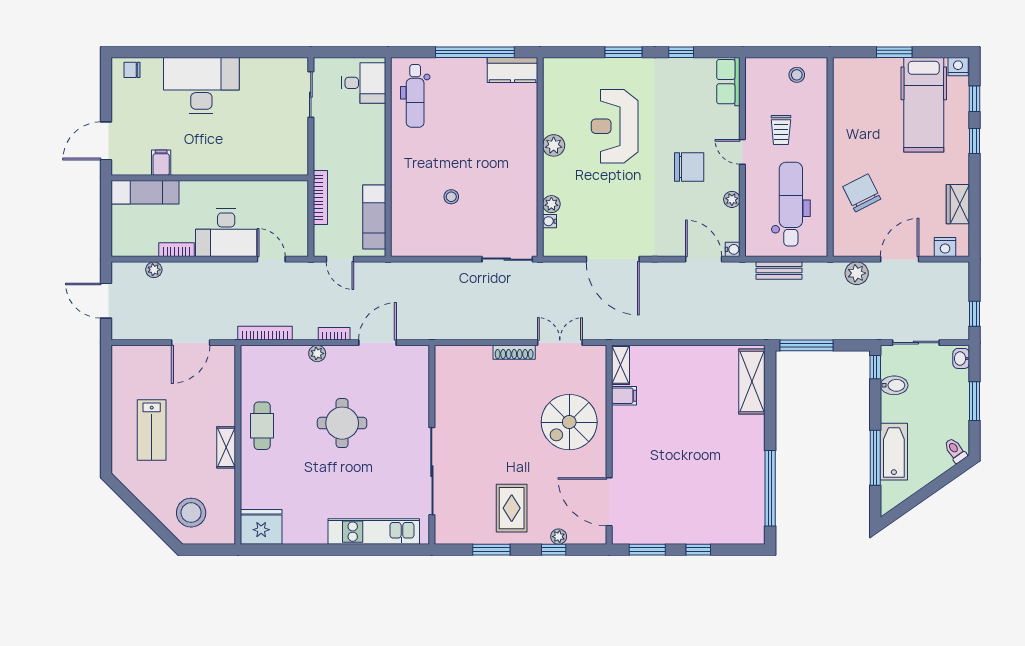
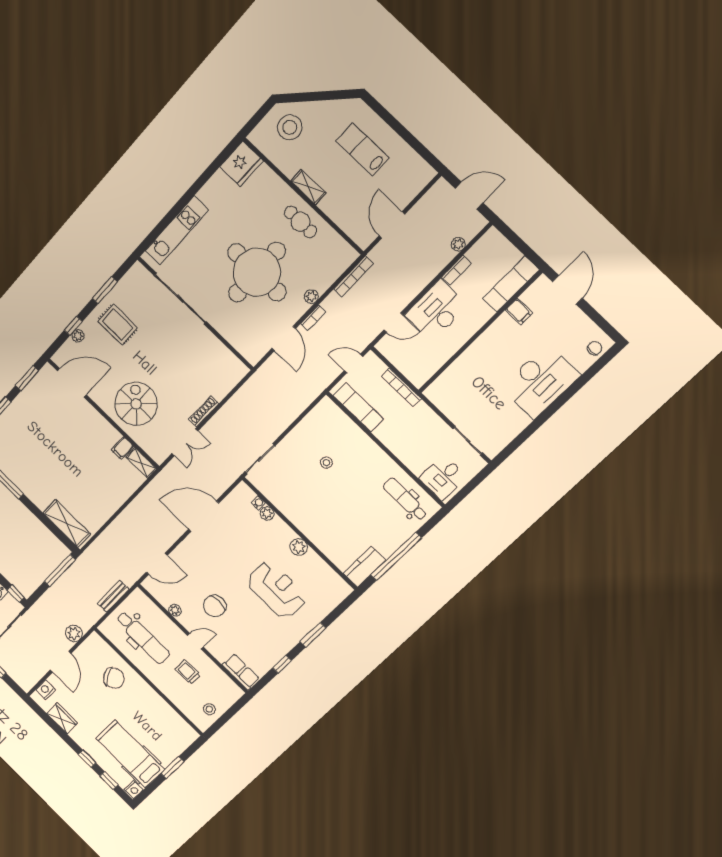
water cooler: (733, 249) -> (147, 584), removed
round table: (342, 423) -> (257, 272), width x1.86, depth x1.86

